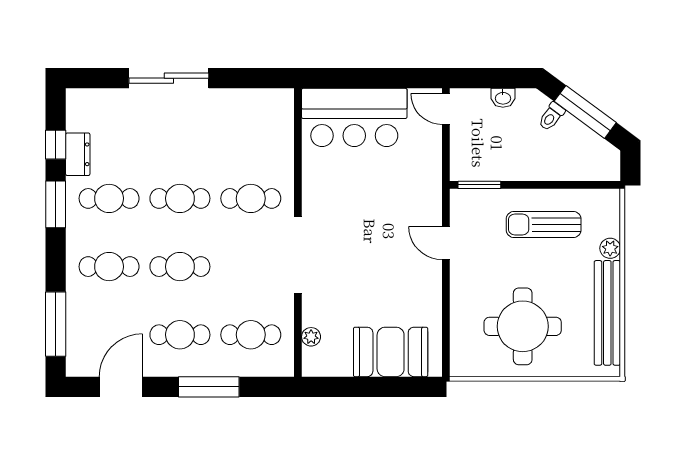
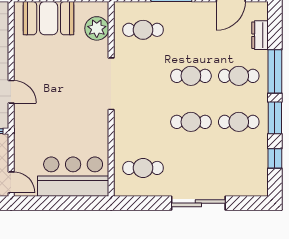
dresser: (78, 154) -> (260, 35), moved
cafe table: (251, 198) -> (143, 168), moved
window: (56, 324) -> (275, 71), moved
cafe table: (180, 335) -> (191, 30), removed
plant: (311, 337) -> (97, 28), width x1.87, depth x1.87

